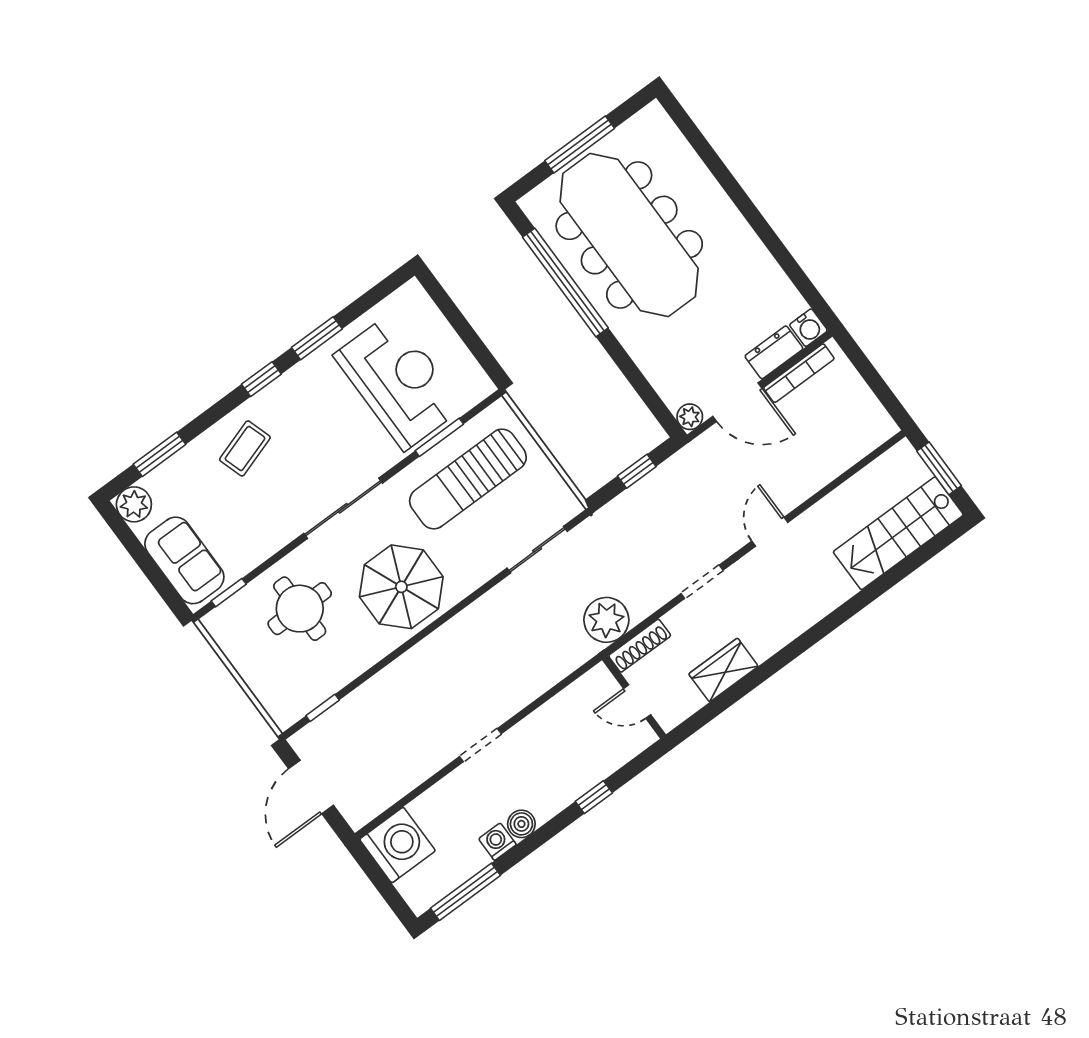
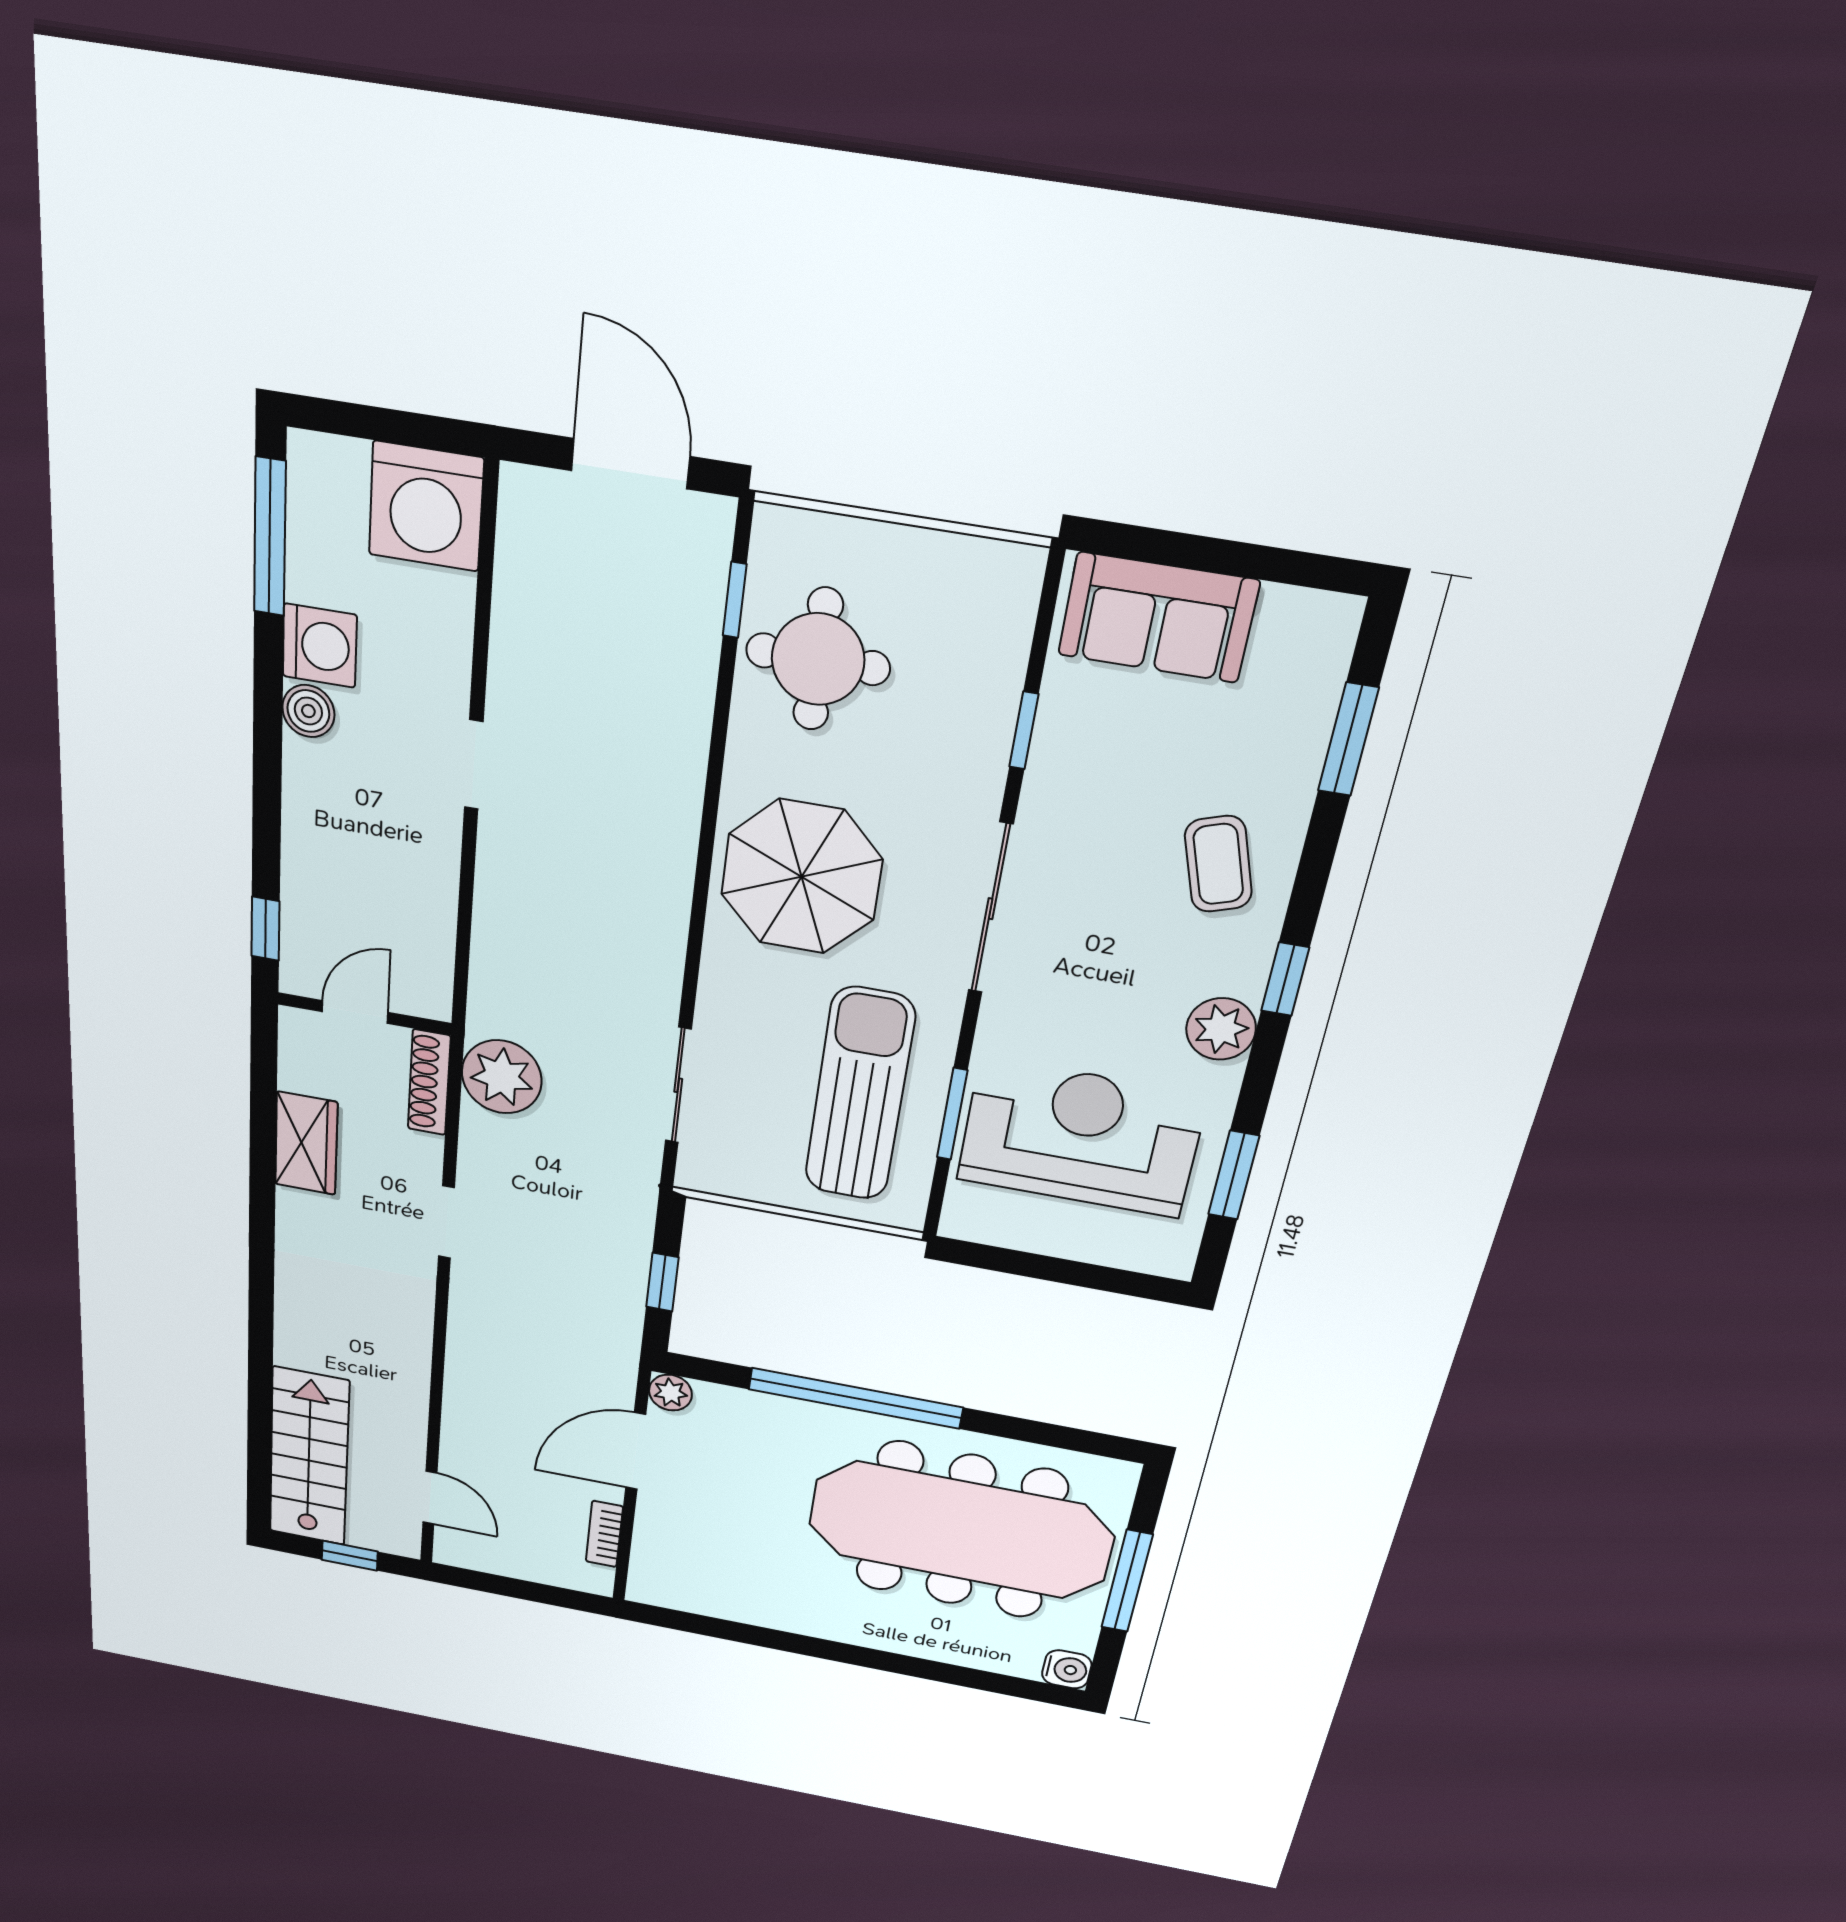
window: (565, 283) -> (855, 1398), moved
water cooler: (808, 328) -> (1067, 1669), moved, turned 180
window: (317, 338) -> (1234, 1175), moved
dresser: (774, 352) -> (656, 1534), removed
bookcase: (799, 373) -> (604, 1534), width x0.64
reception desk: (399, 381) -> (1081, 1138), turned 180
window: (939, 468) -> (350, 1556), width x0.67
plant: (134, 504) -> (1221, 1029), moved
door: (770, 532) -> (430, 1498), moved
window: (229, 593) -> (1024, 730), moved
round table: (300, 609) -> (818, 659), moved
window: (594, 797) -> (265, 929), moved
washing machine: (497, 842) -> (320, 646), width x1.38, depth x1.38

